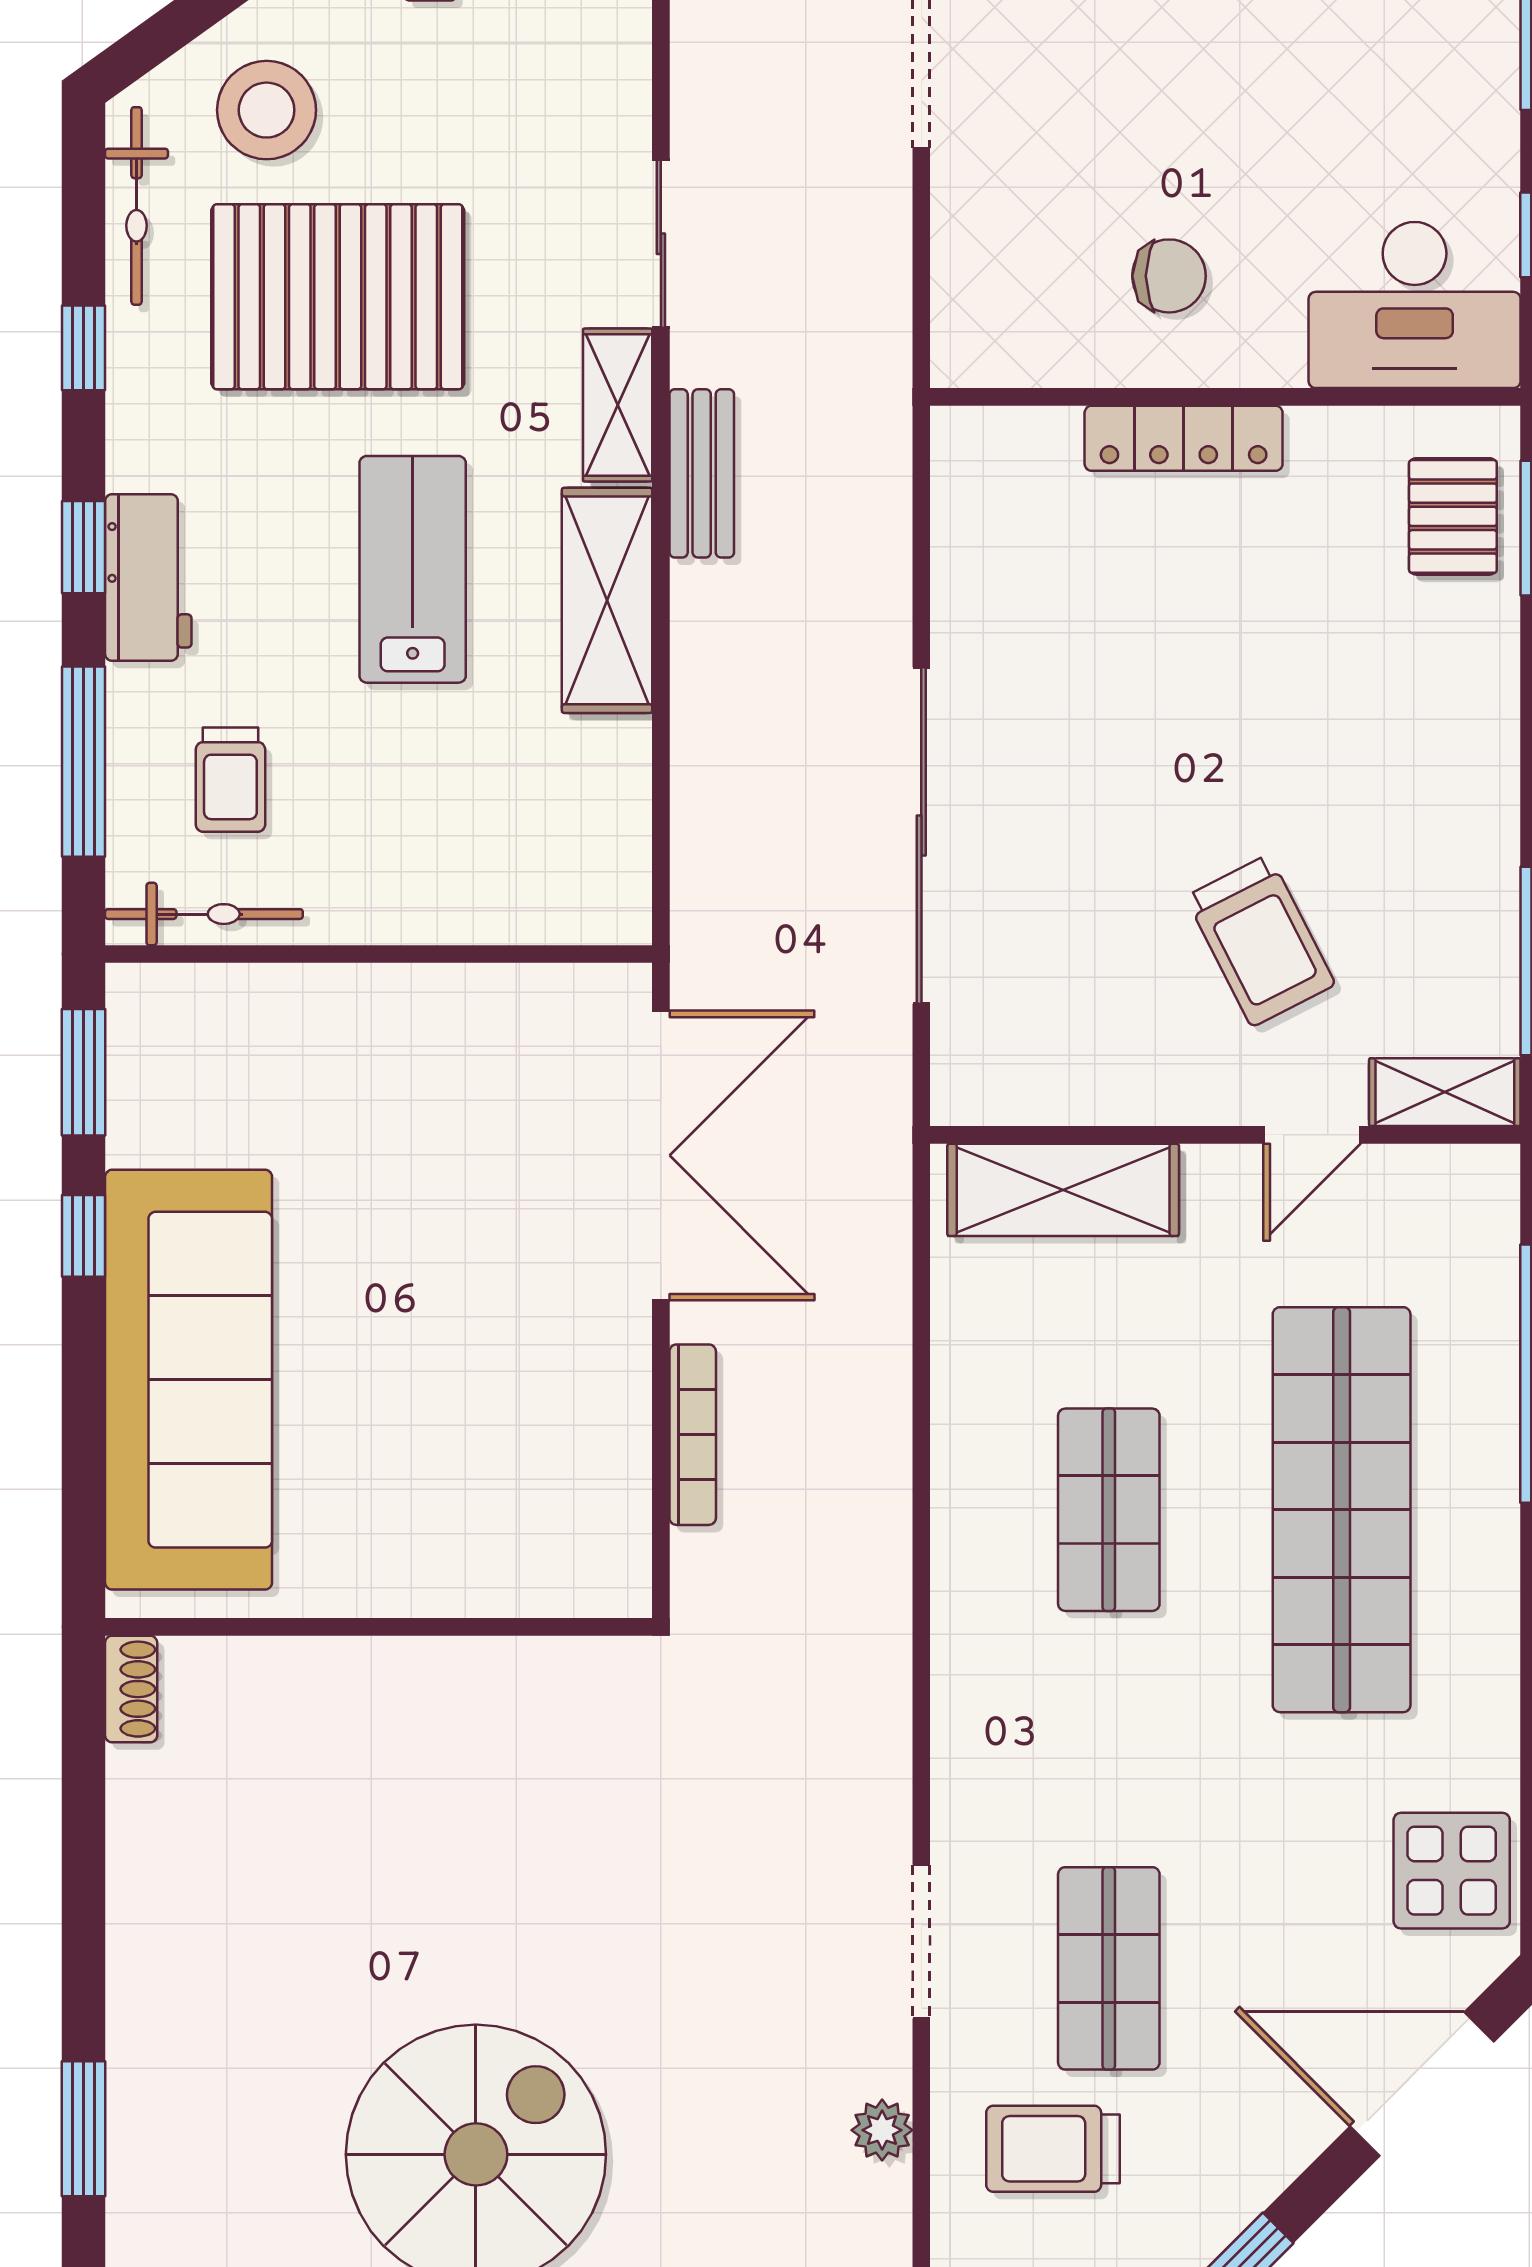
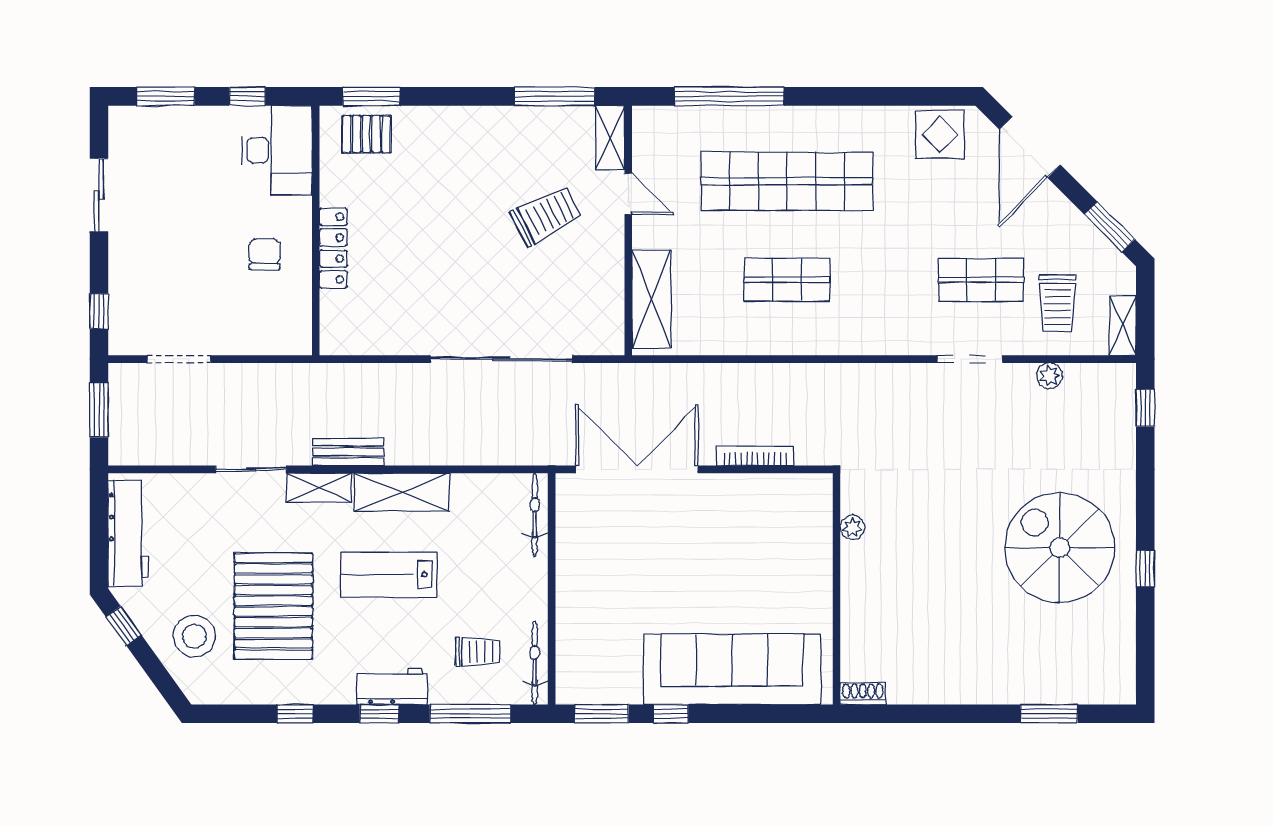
bicycle: (136, 206) -> (535, 515), moved, turned -90
plant: (524, 1664) -> (852, 527), added

